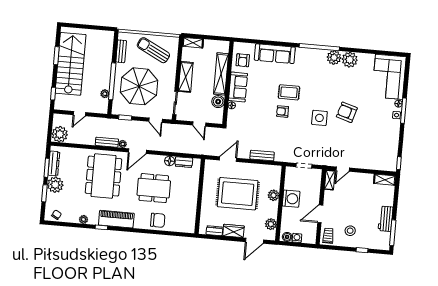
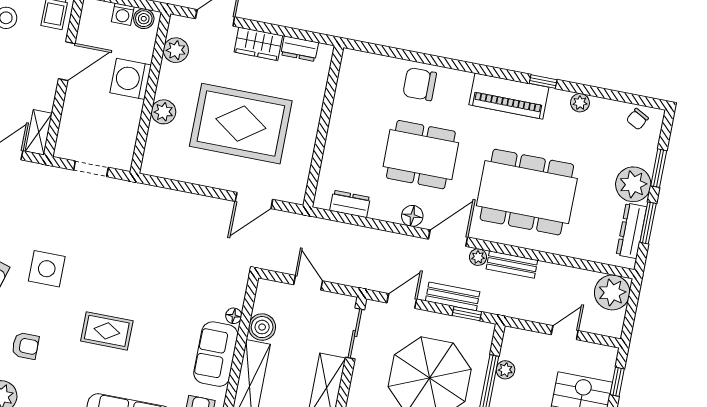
armchair: (283, 111) -> (25, 346), moved
door: (155, 120) -> (402, 301), hinge flipped
bench: (262, 156) -> (453, 296), moved
floor lamp: (170, 161) -> (412, 216), moved
dining table: (104, 176) -> (527, 192), turned 90
washing machine: (291, 199) -> (131, 79), moved

